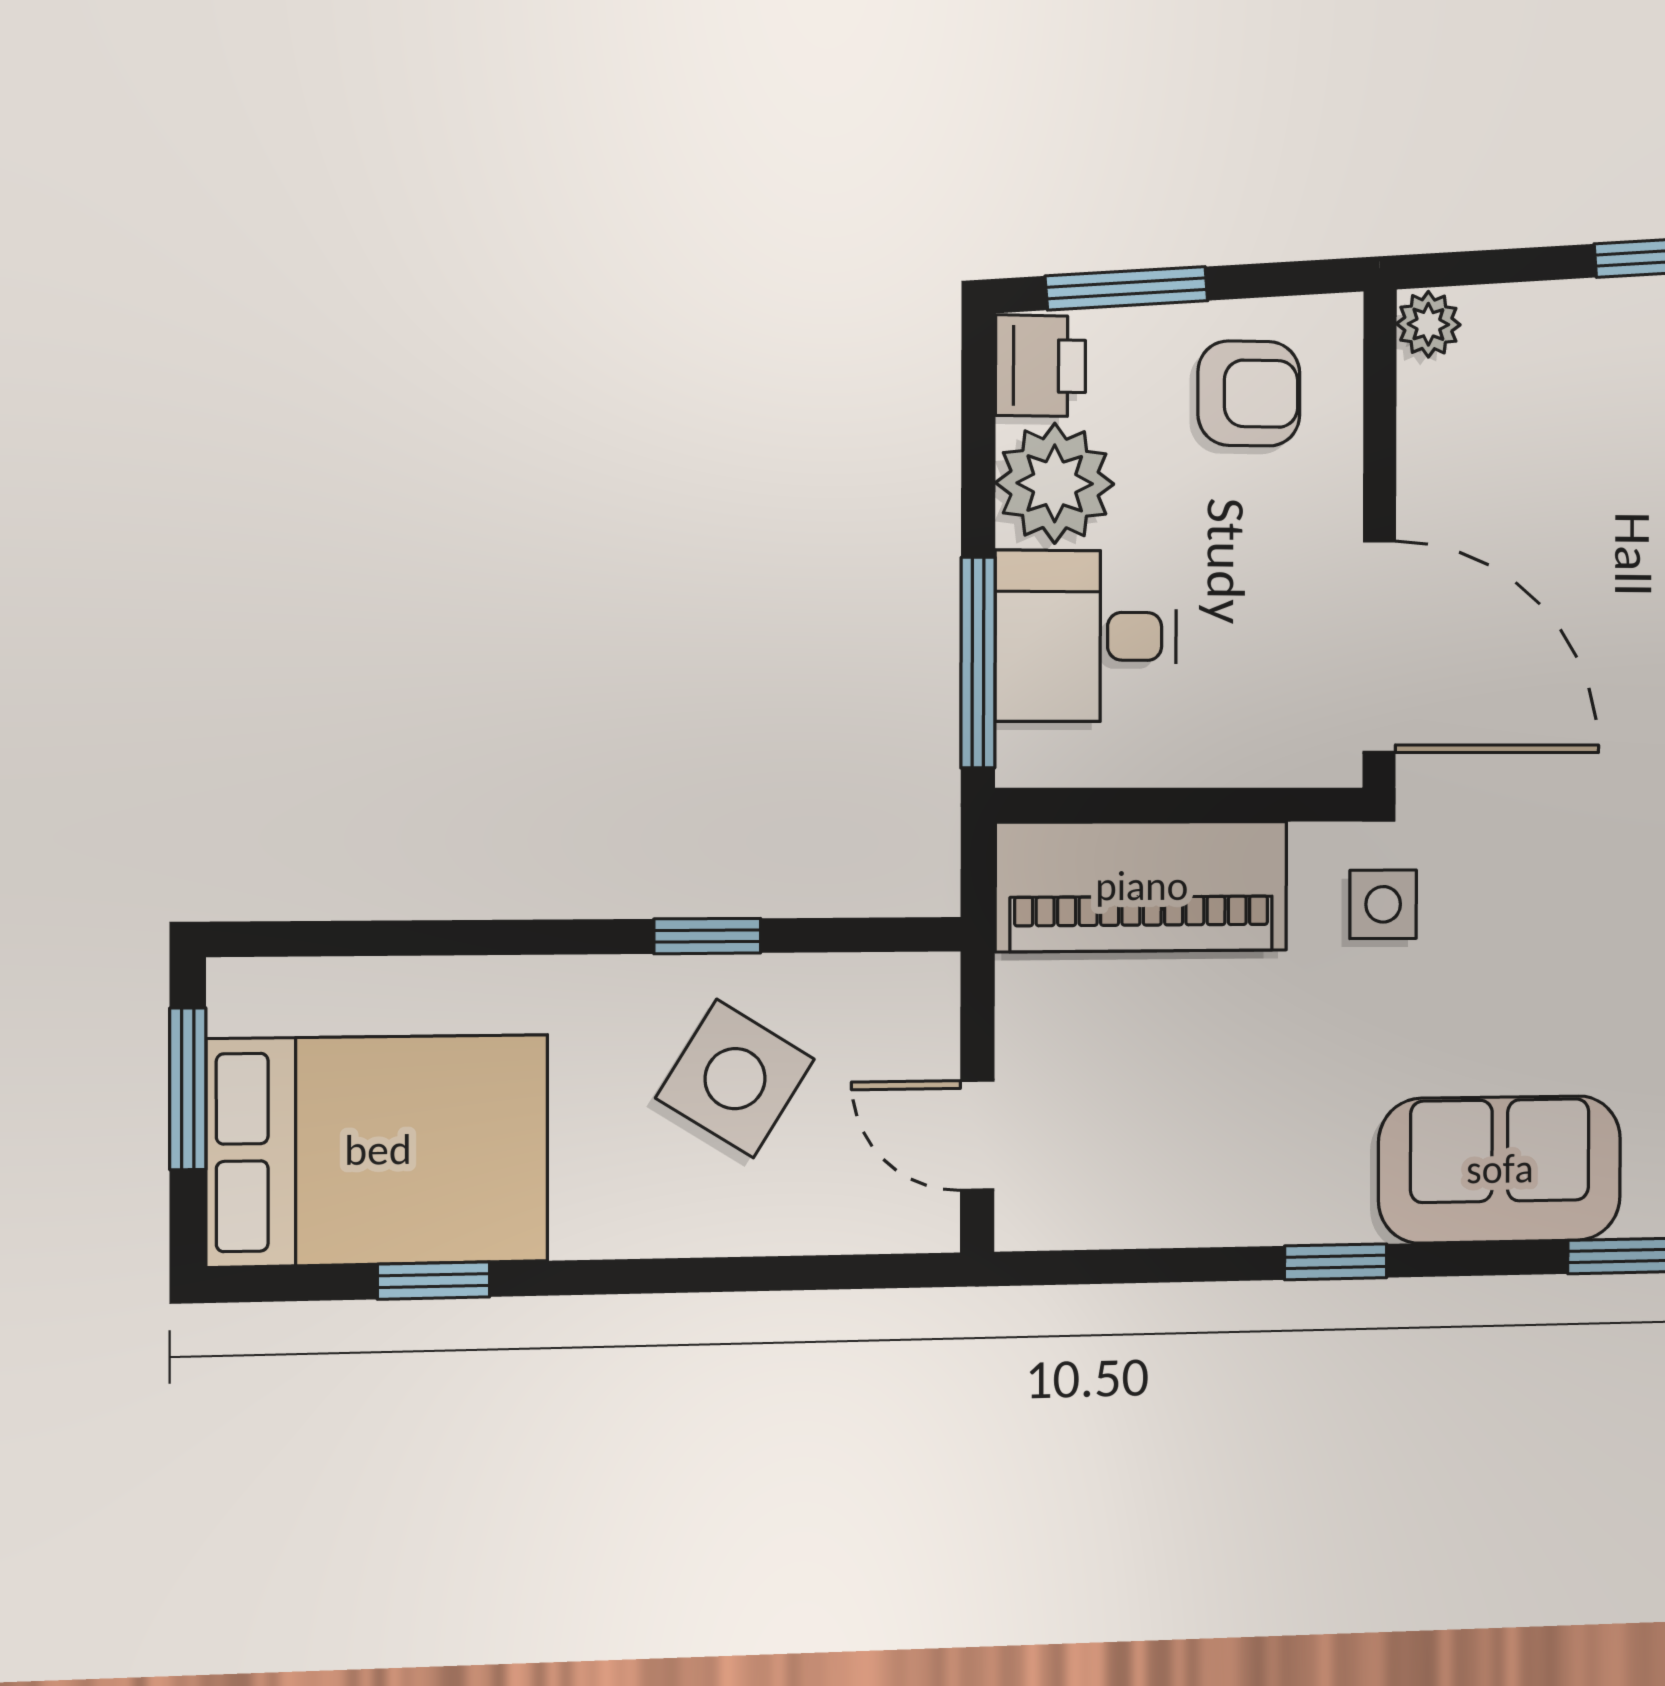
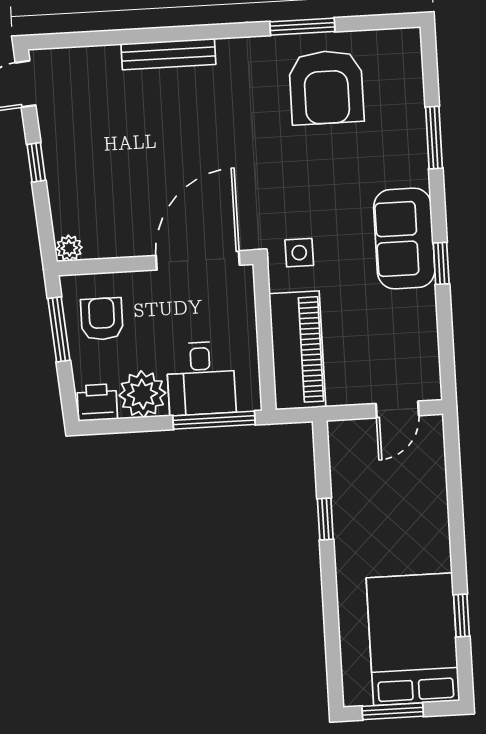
window: (1127, 288) -> (59, 329), moved
side table: (735, 1079) -> (380, 505), removed
sofa: (1500, 1169) -> (404, 238), moved

